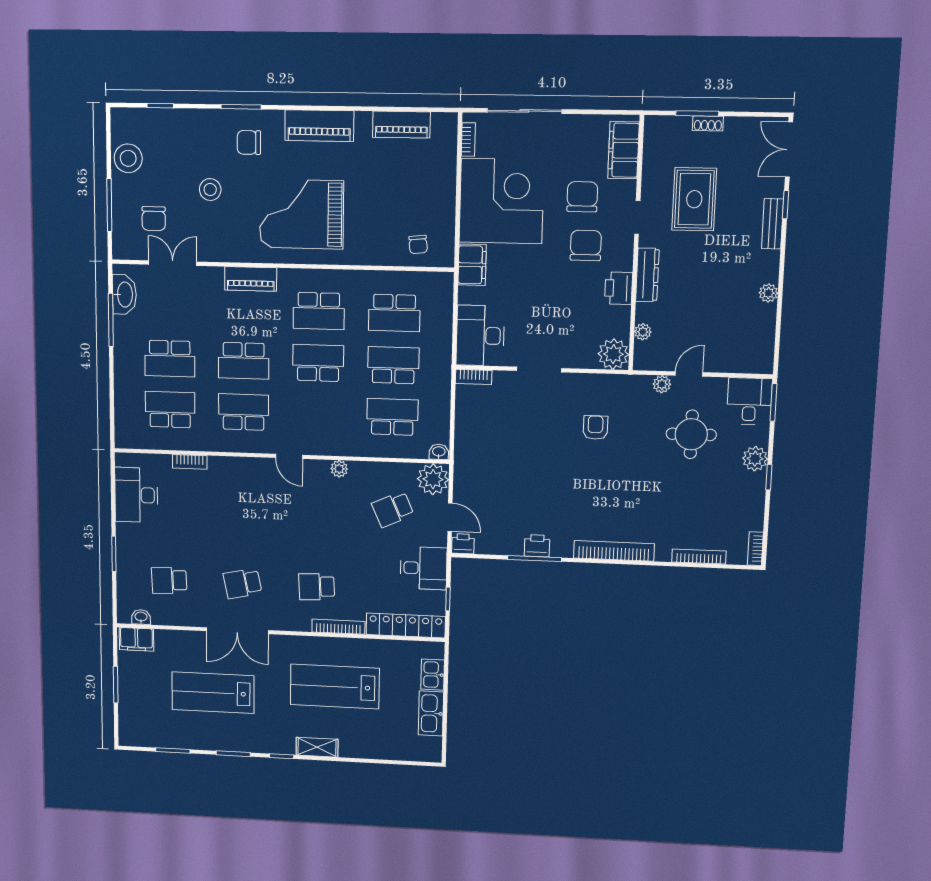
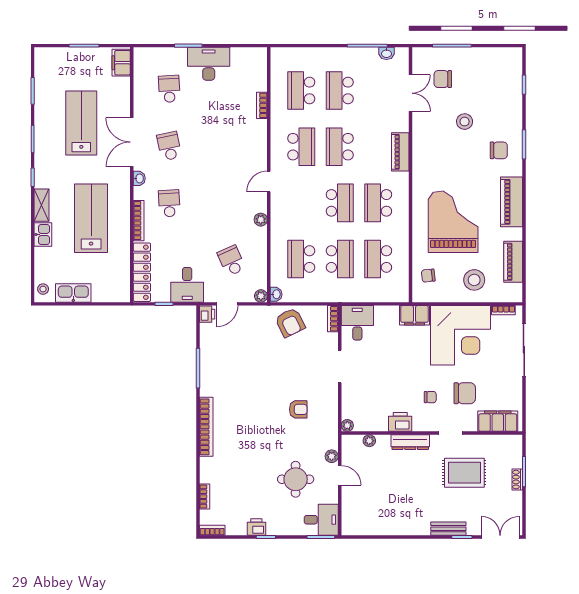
chair: (249, 142) -> (499, 150), turned 90
stool: (128, 158) -> (474, 280), moved
grand piano: (301, 214) -> (453, 222), moved
chair: (586, 245) -> (430, 397), width x0.54, depth x0.54
plant: (768, 293) -> (399, 529), removed
washbasin: (124, 295) -> (386, 53), width x0.52, depth x0.69
desk: (480, 336) -> (357, 323), width x0.73
plant: (613, 354) -> (347, 425), width x0.53, depth x0.53
school desk: (170, 410) -> (301, 90), turned 180
school desk: (392, 417) -> (301, 259), turned 180
armchair: (477, 435) -> (290, 323), added
plant: (755, 459) -> (279, 526), removed
plant: (433, 479) -> (261, 296), width x0.53, depth x0.53
desk: (136, 495) -> (209, 64), moved
printer: (537, 546) -> (256, 527), moved, turned -90
bookcase: (699, 557) -> (205, 497), width x0.64
washbasin: (141, 617) -> (139, 178), moved
kitchen sink: (433, 675) -> (43, 234), moved, turned 90
stool: (425, 751) -> (43, 289), added

